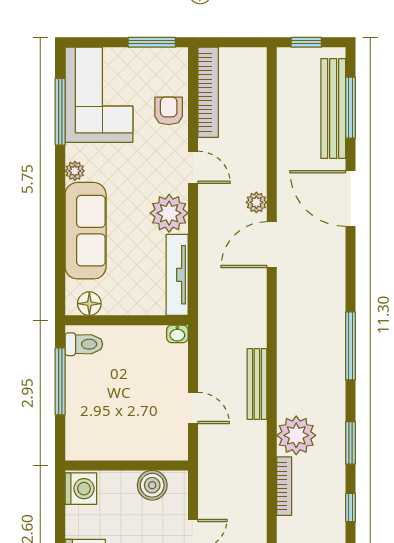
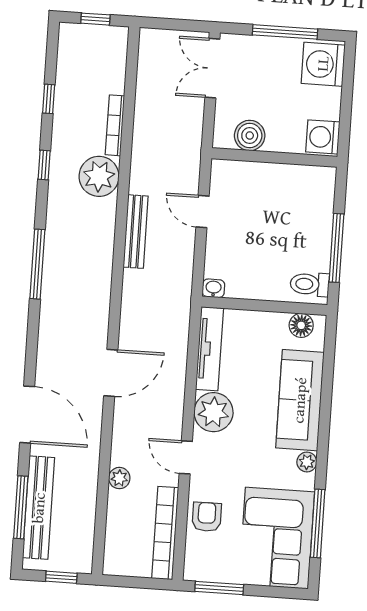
armchair: (169, 111) -> (207, 517), turned 180
plant: (256, 202) -> (119, 478), moved
window: (351, 443) -> (44, 165), width x0.67

